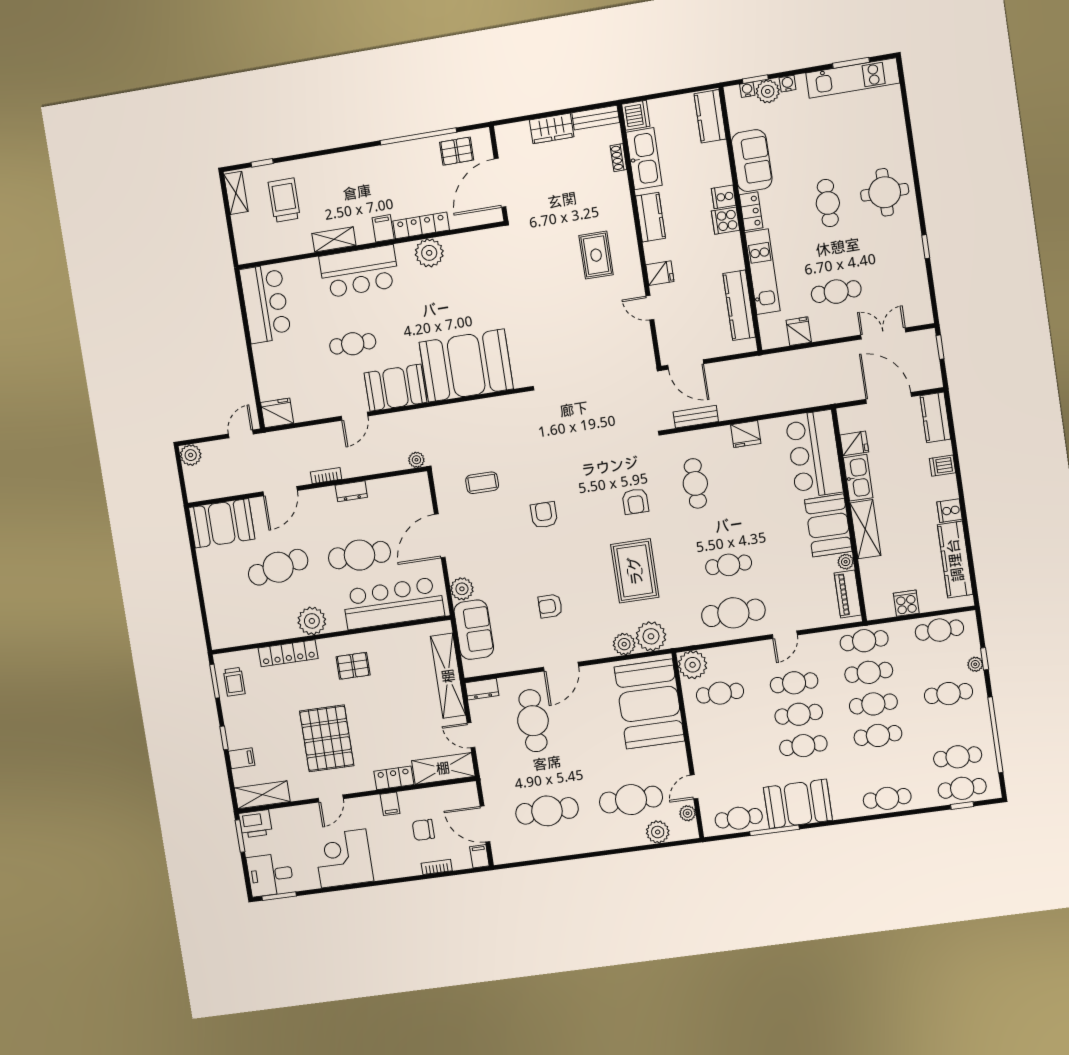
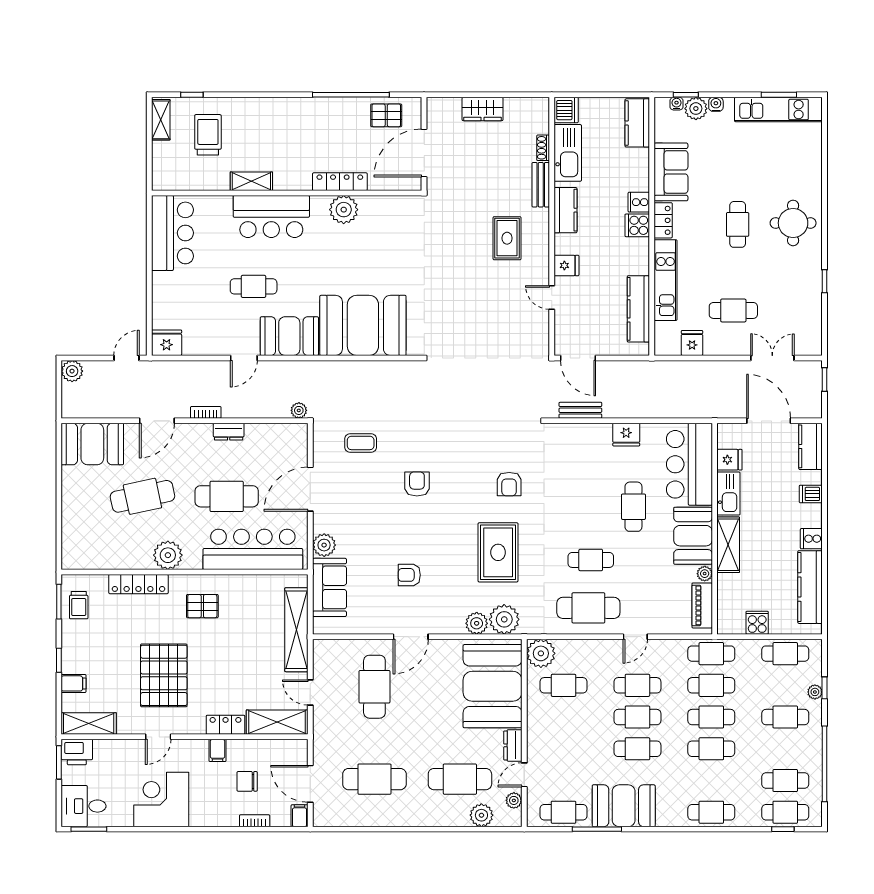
bench: (596, 118) -> (541, 185), moved, turned 90
filing cabinet: (383, 228) -> (302, 178), removed
cafe table: (695, 483) -> (633, 507), moved
dresser: (482, 689) -> (513, 745), moved, turned 90

